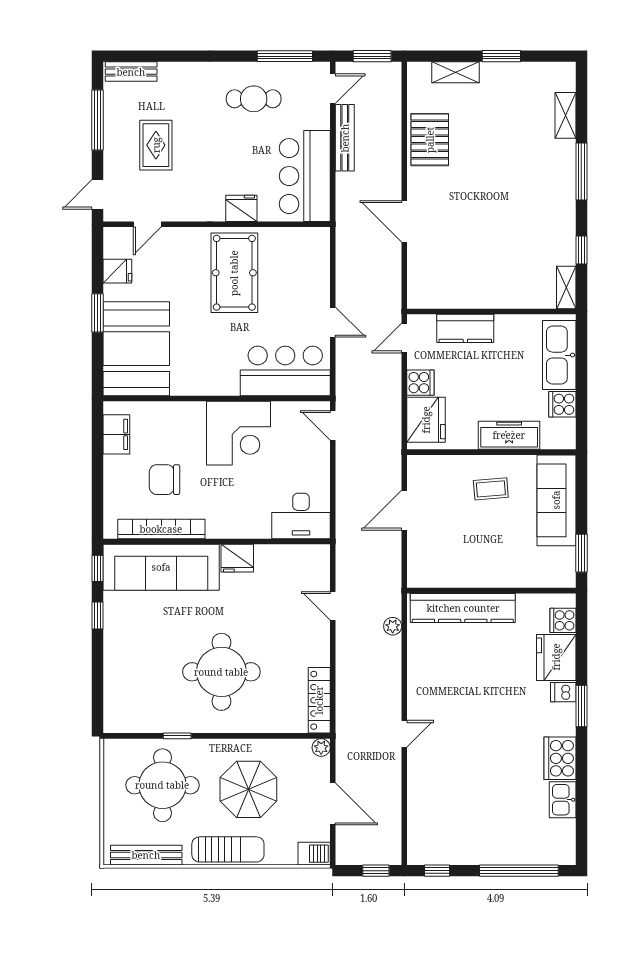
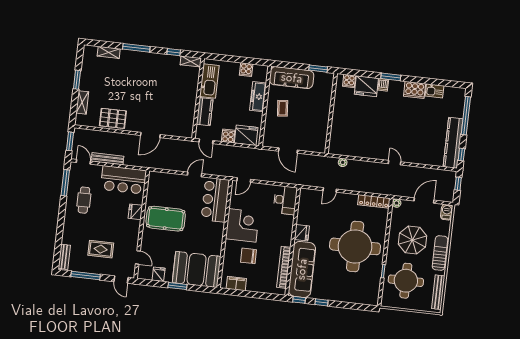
kitchen sink: (559, 355) -> (209, 81), moved, turned -90
chair: (165, 480) -> (248, 256), moved, turned 90
kitchen counter: (463, 608) -> (453, 143), moved, turned 180
round table: (221, 672) -> (355, 246), width x1.36, depth x1.36

